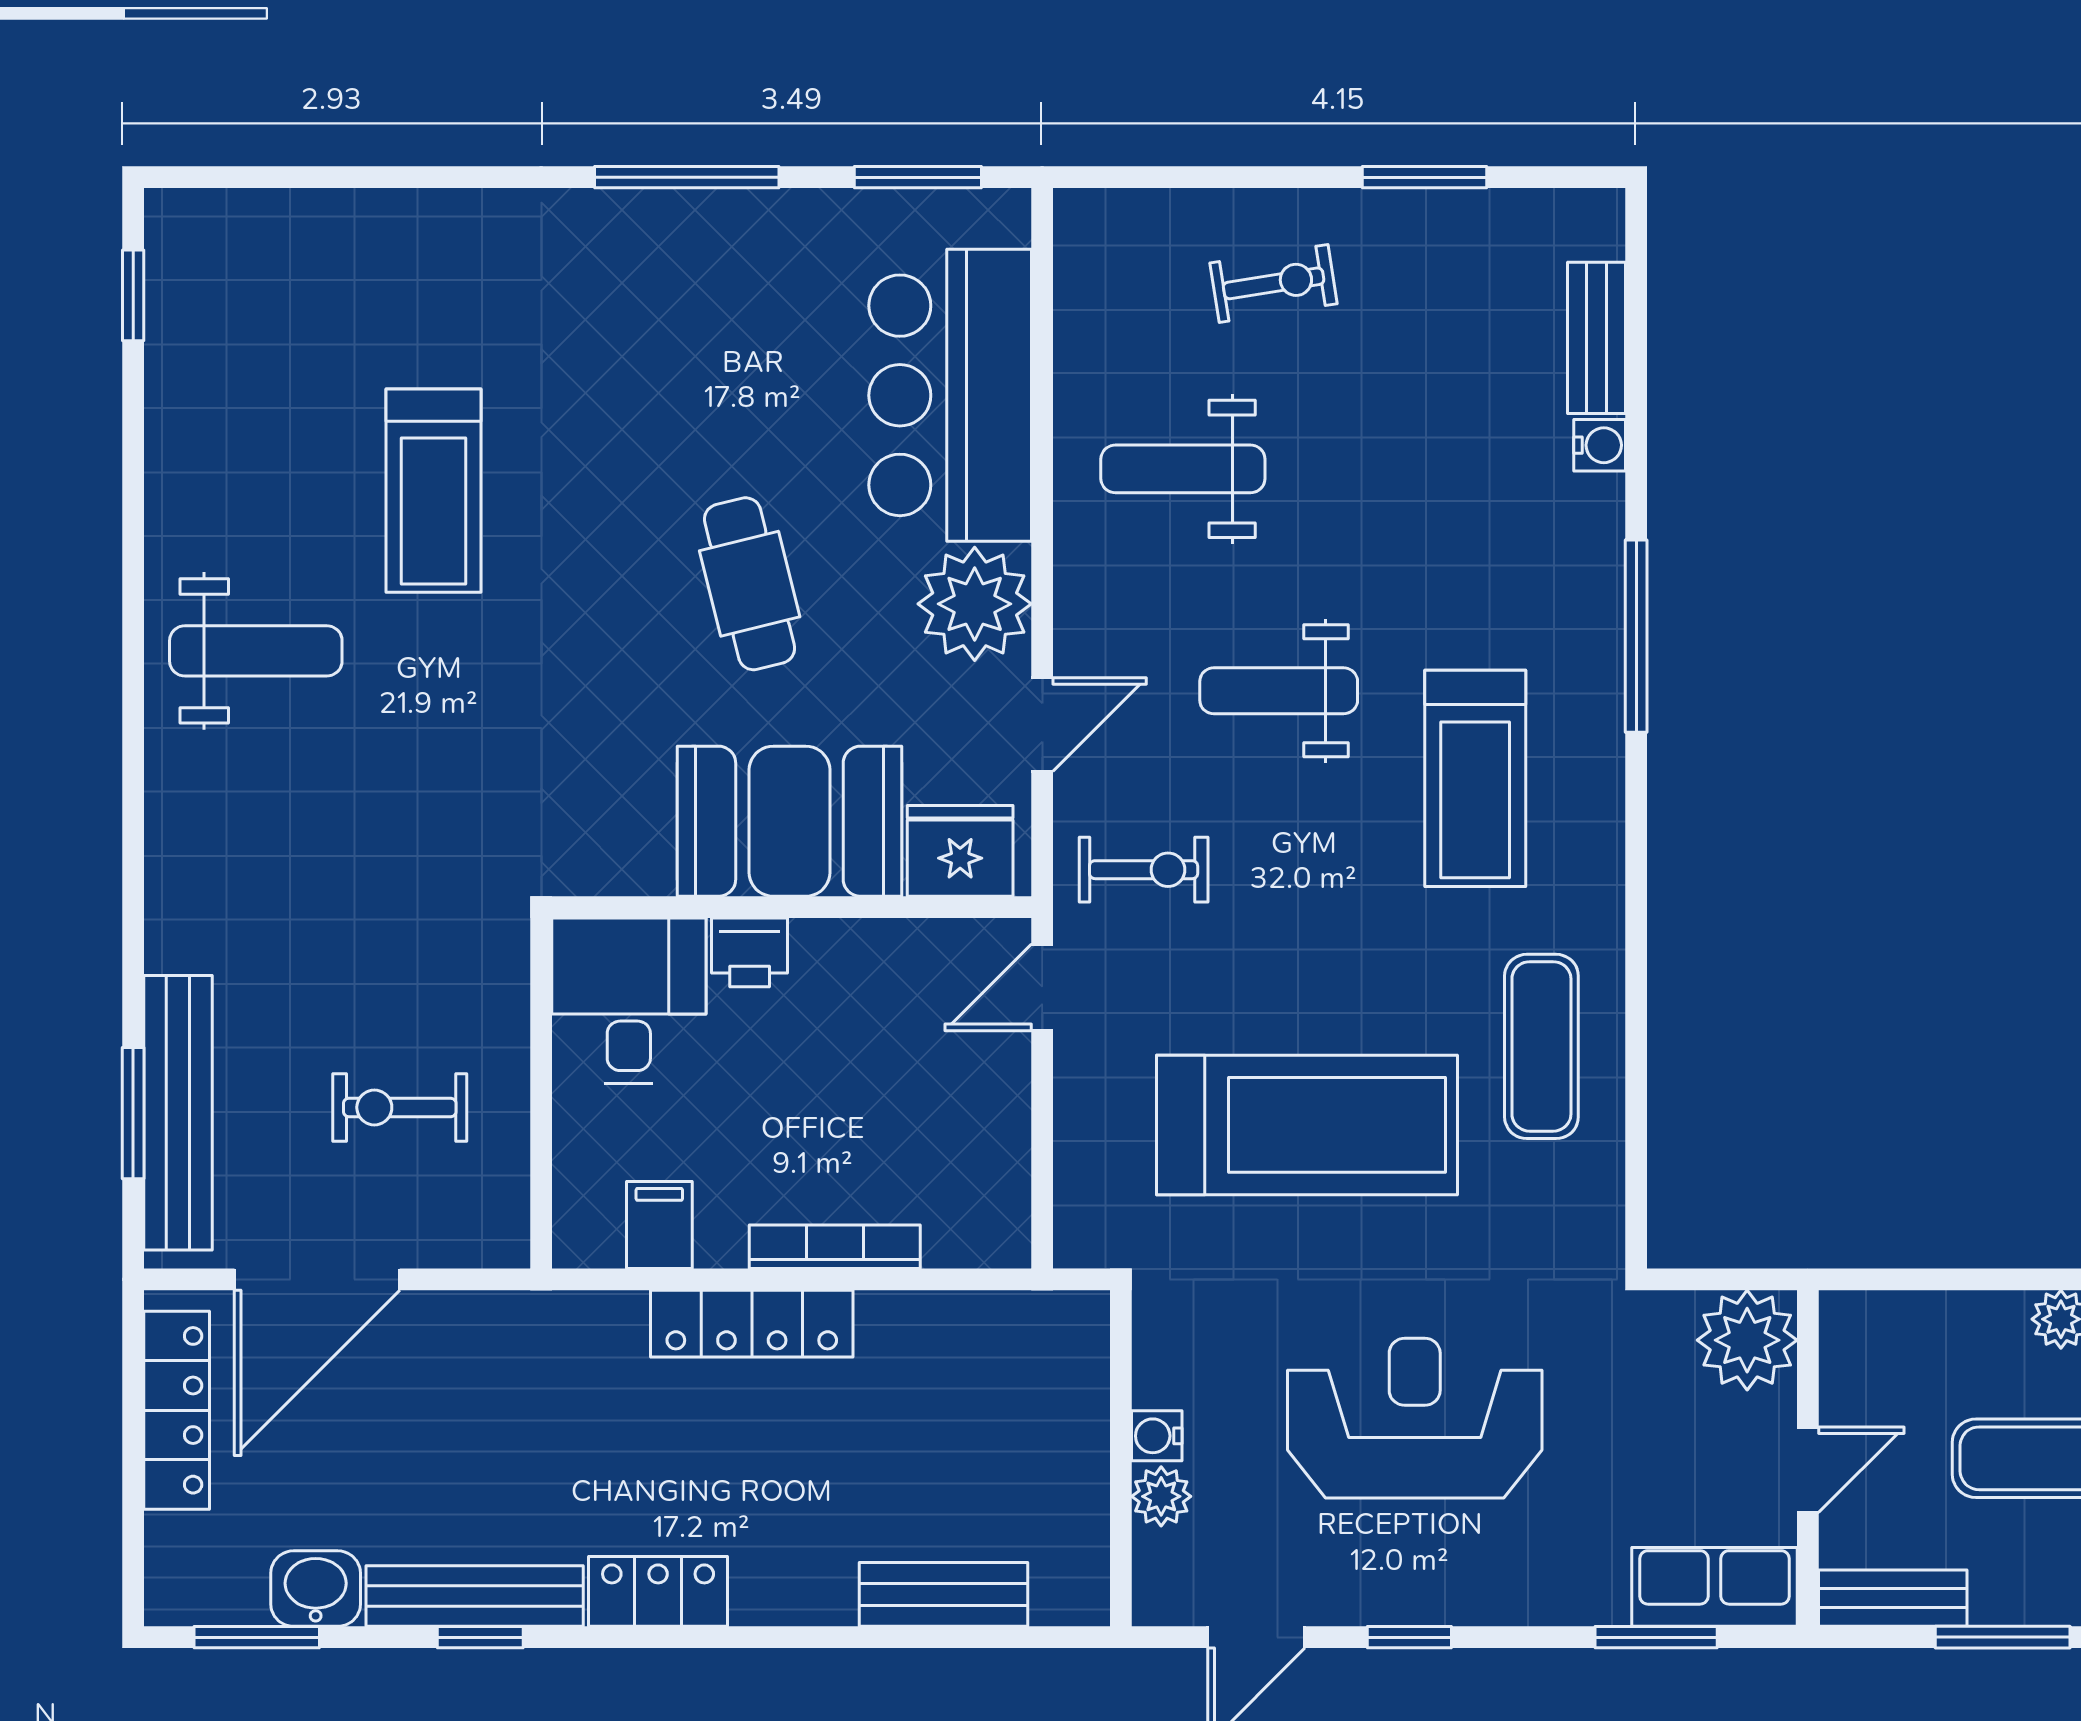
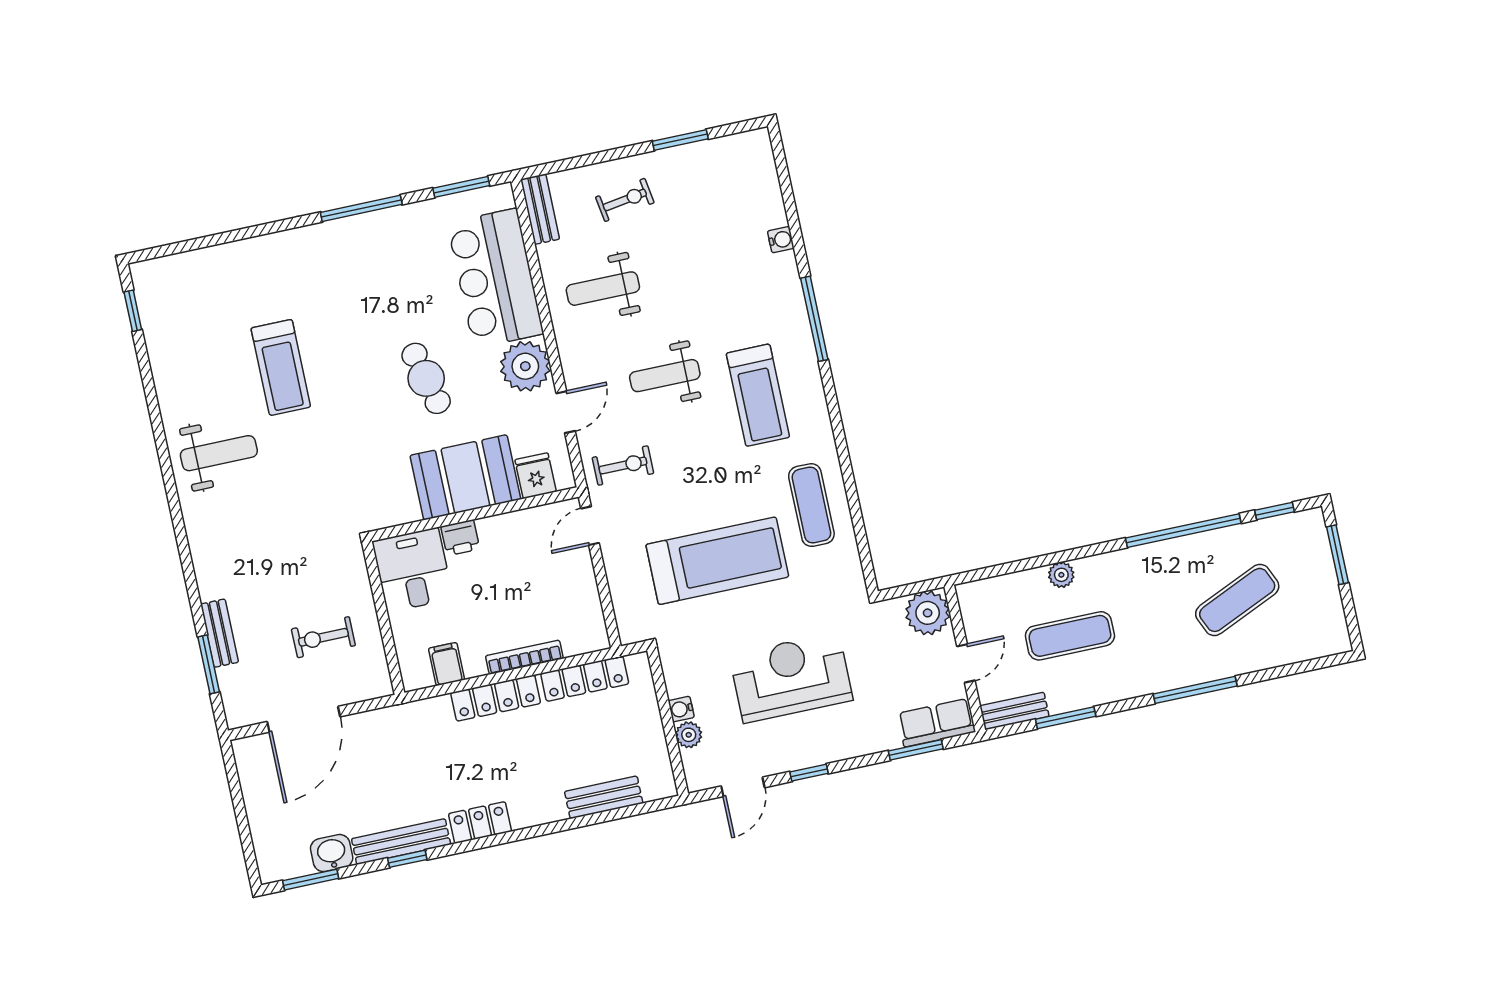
bench: (1596, 338) -> (540, 209), moved
fridge: (960, 851) -> (536, 476), width x0.72
bench: (178, 1113) -> (220, 633), width x0.54, depth x0.82
locker: (177, 1410) -> (585, 679), moved, turned 90

